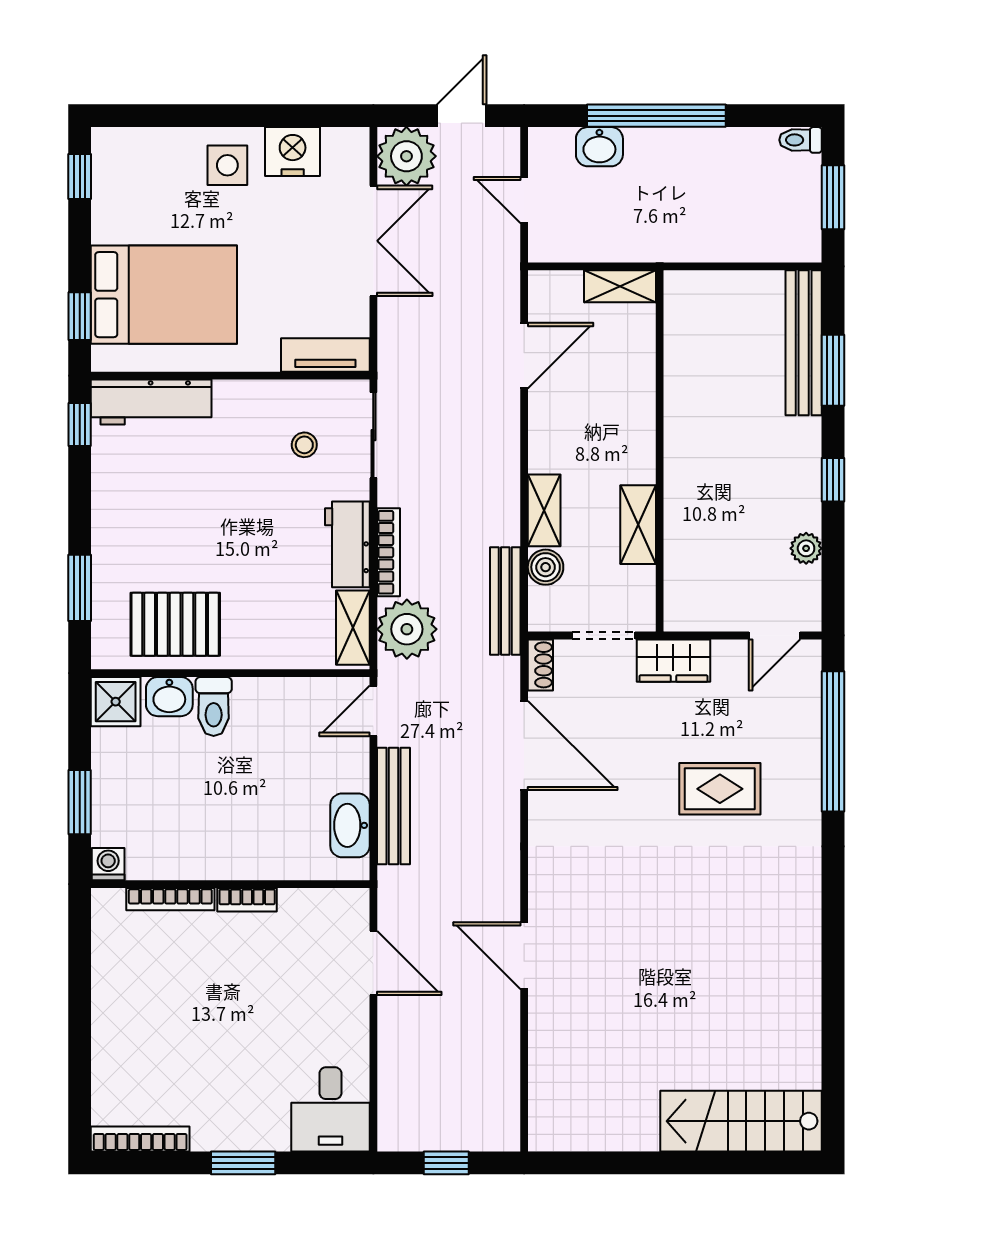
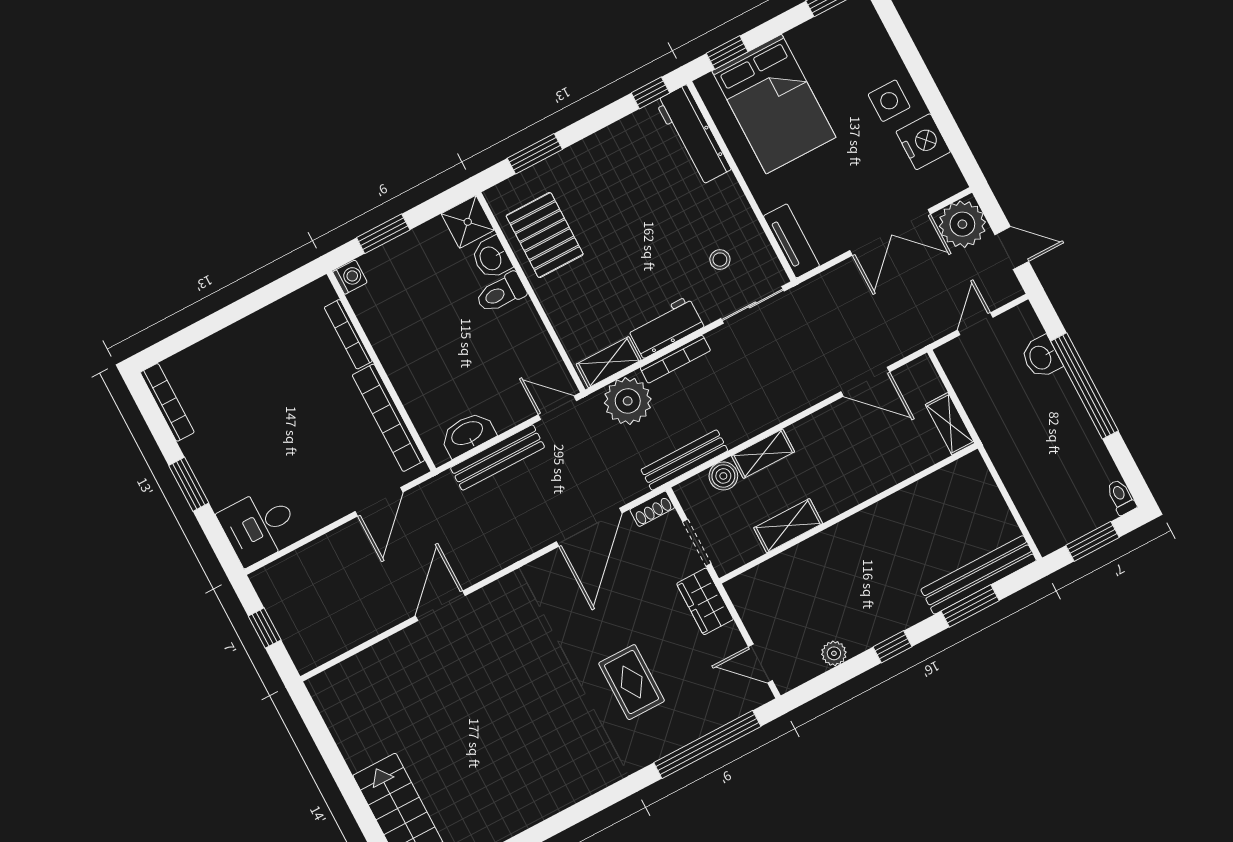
bookcase: (247, 900) -> (388, 418), width x2.31, depth x1.31

